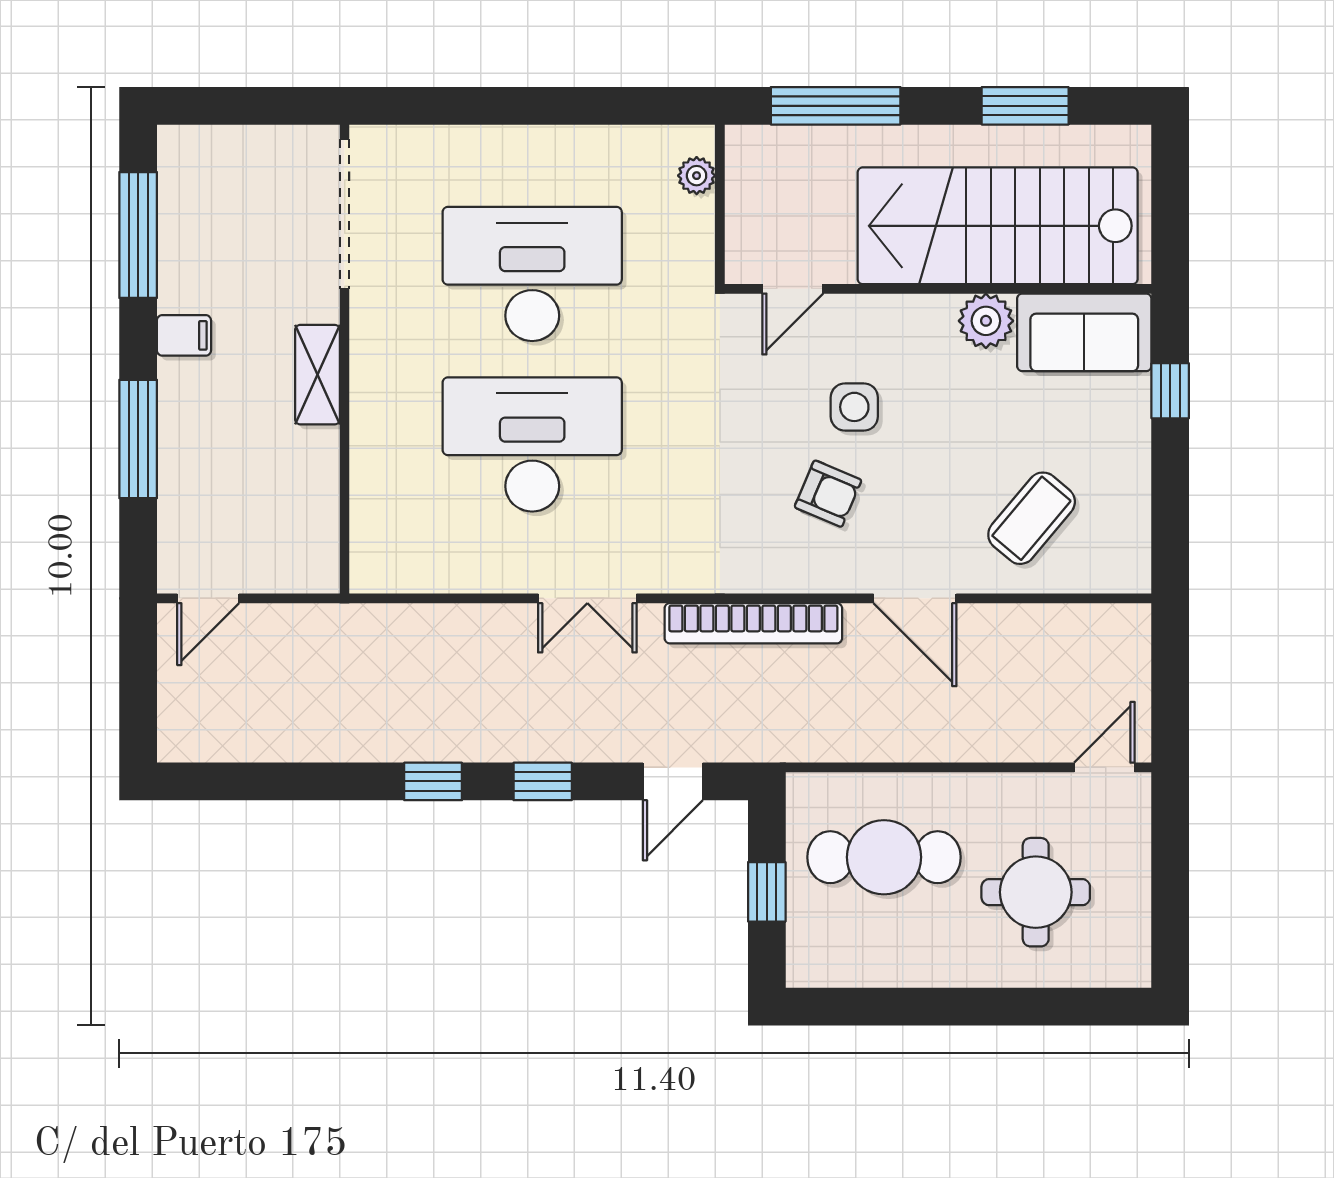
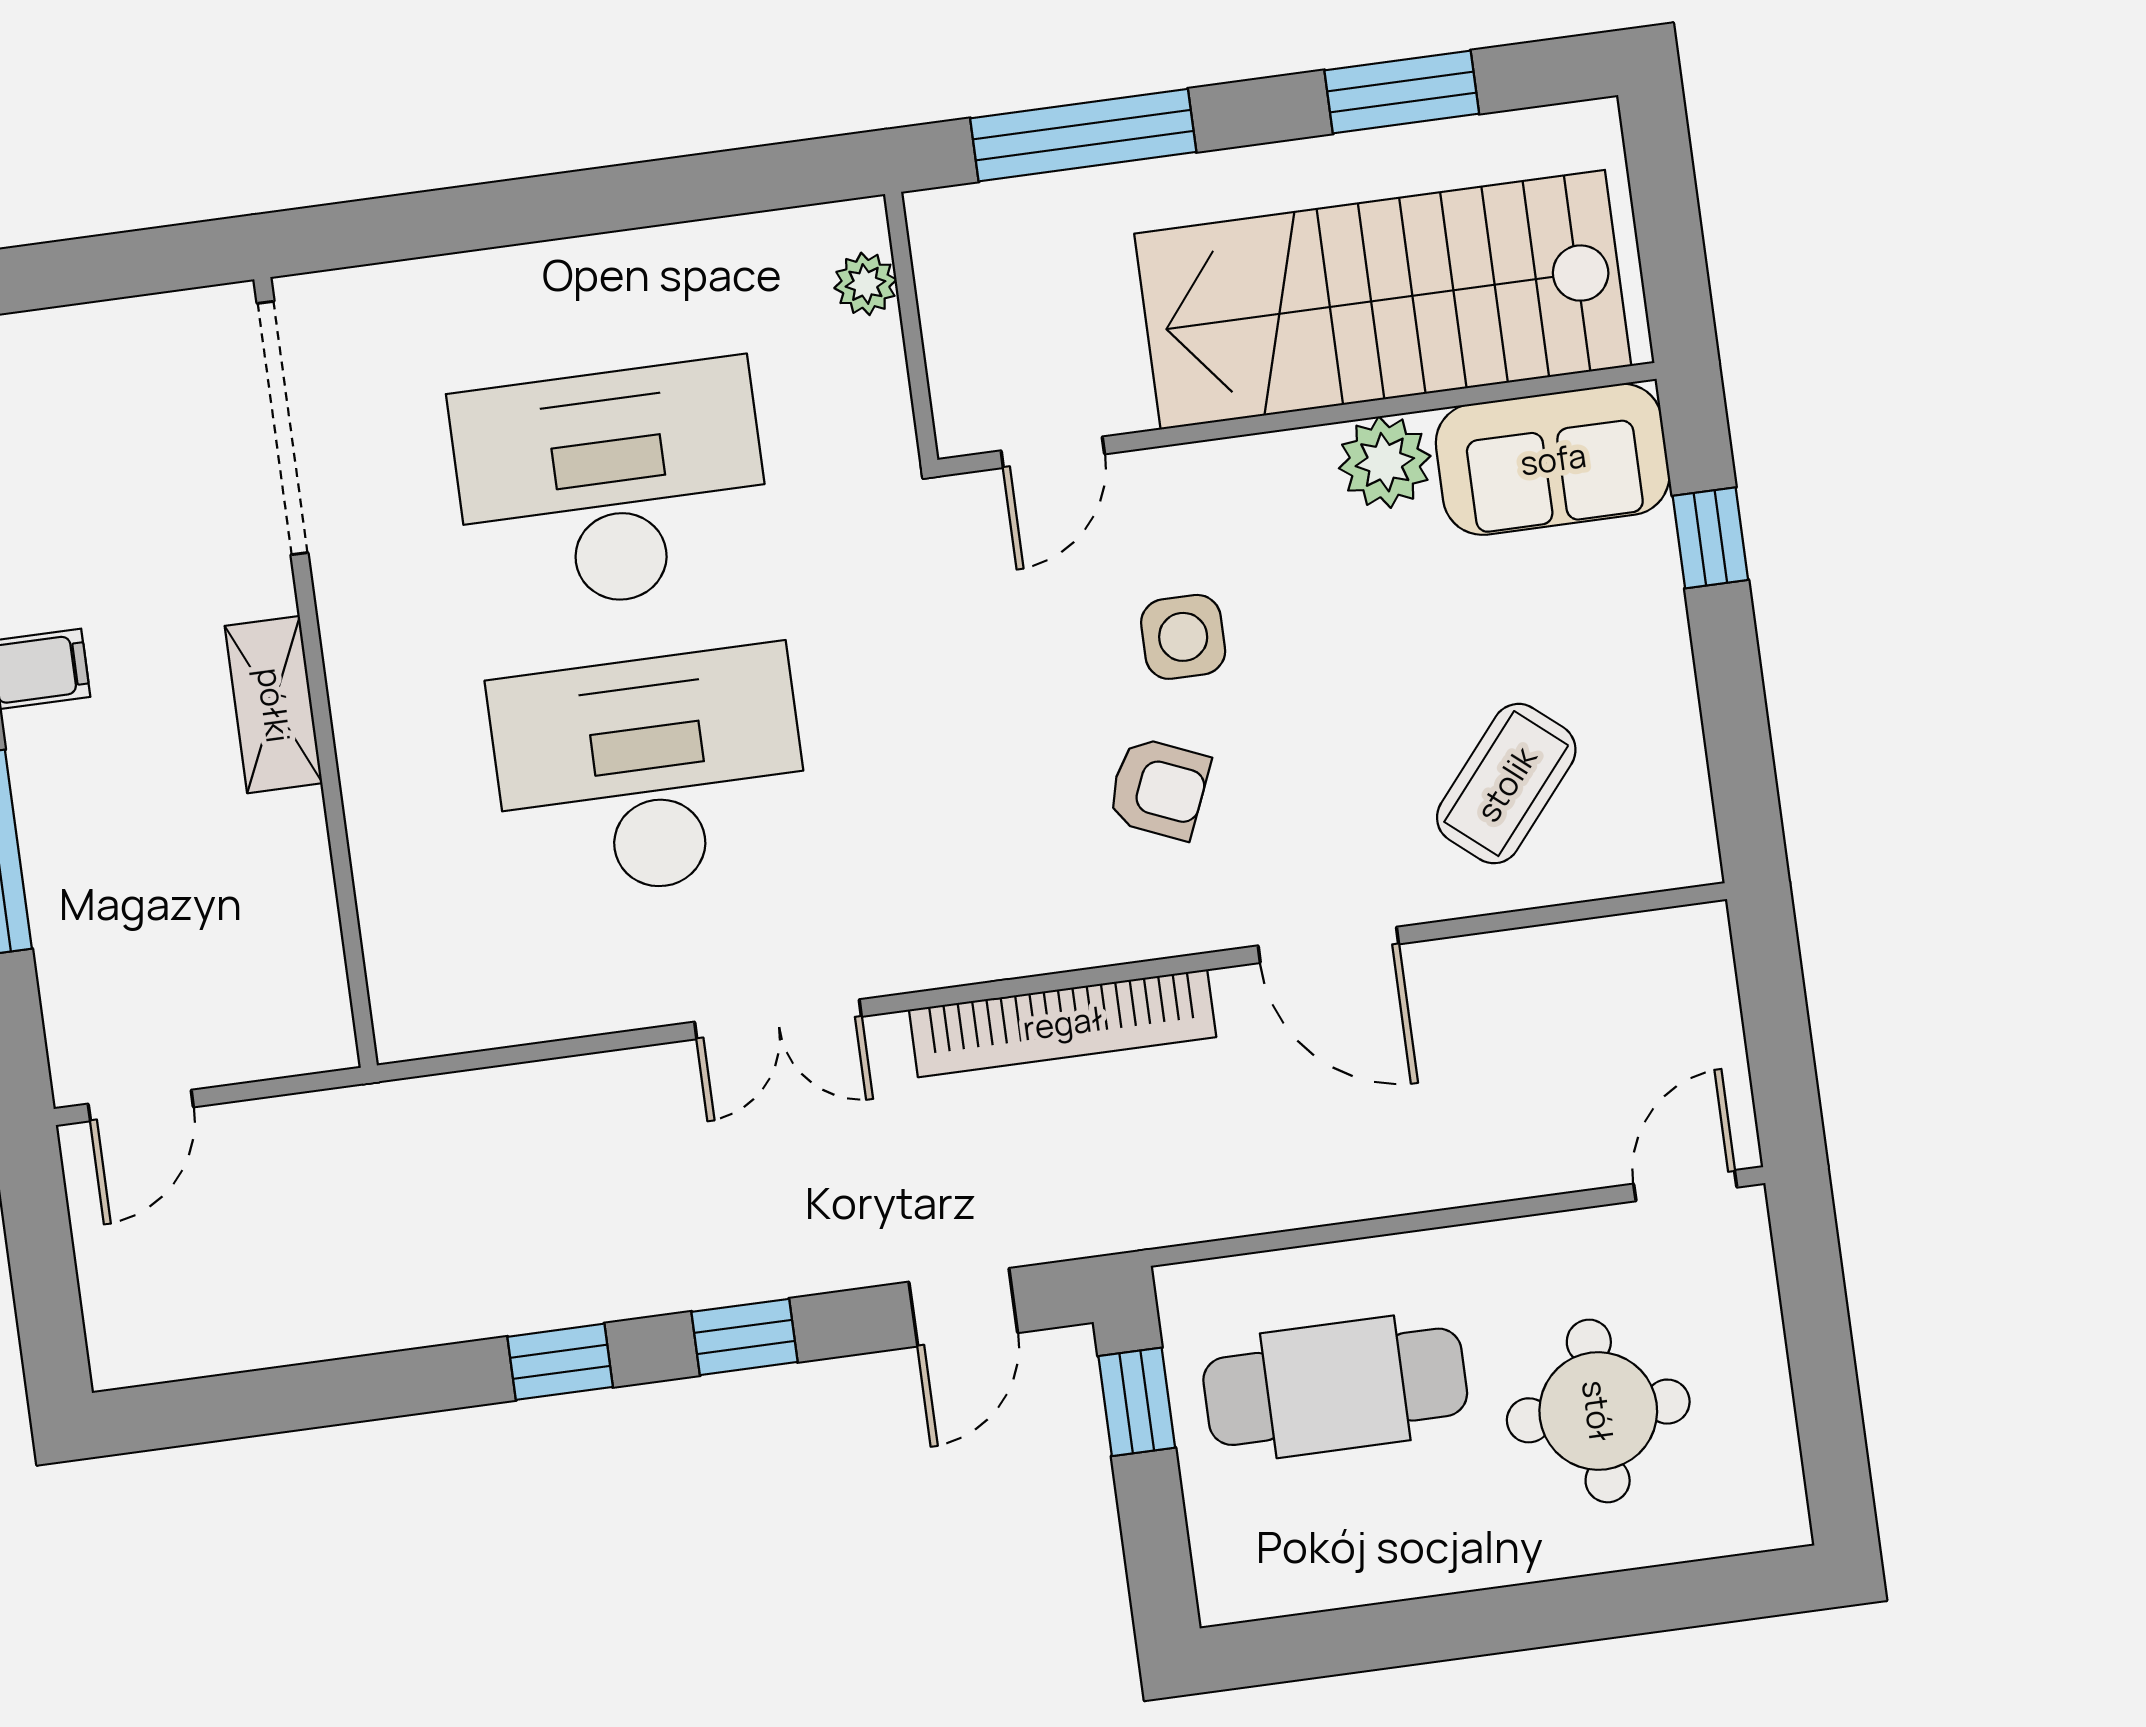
window: (767, 892) -> (1137, 1402), moved

